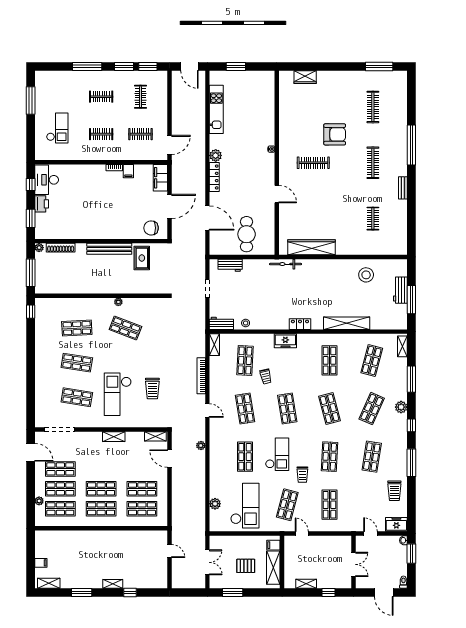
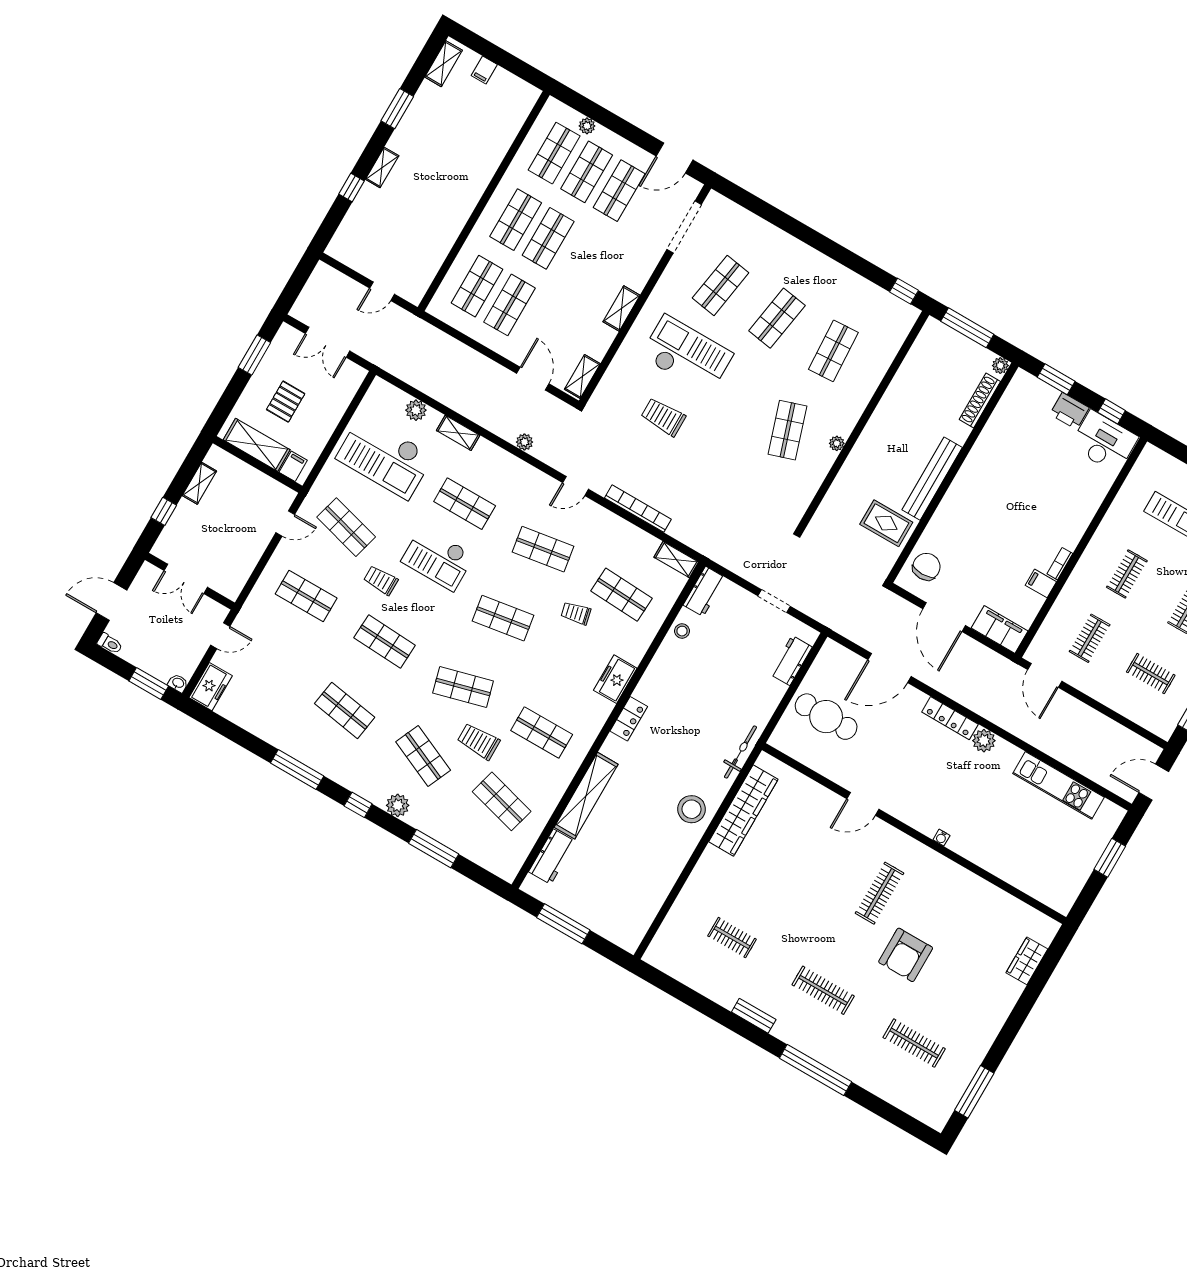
stool: (366, 275) -> (692, 809), moved
workbench: (400, 290) -> (552, 857), moved, turned 90
shop shelf: (125, 328) -> (787, 430), turned -39
shelving: (402, 346) -> (458, 433), moved
door: (169, 459) -> (533, 379), hinge flipped
trolley: (394, 491) -> (478, 741), moved

